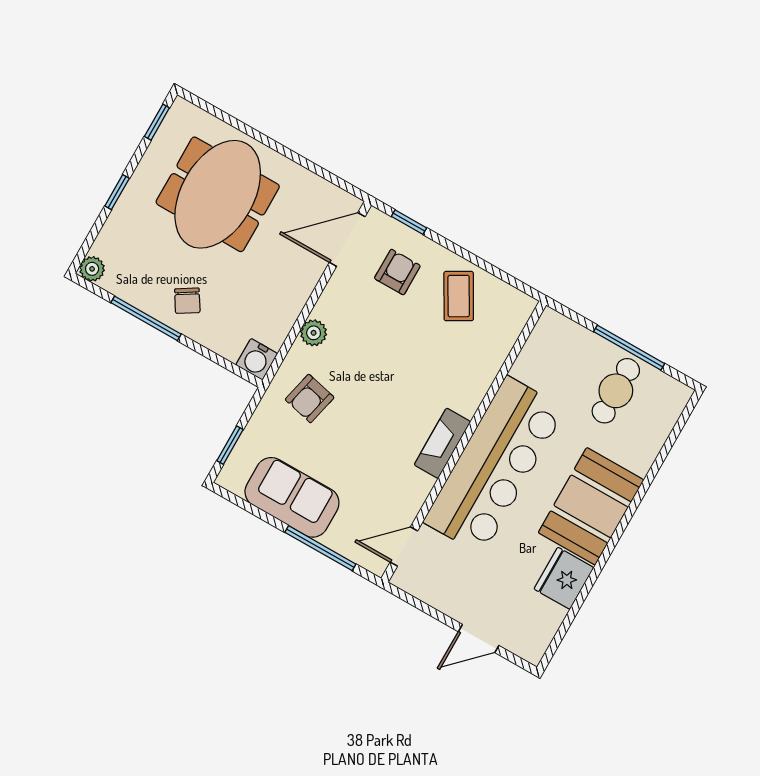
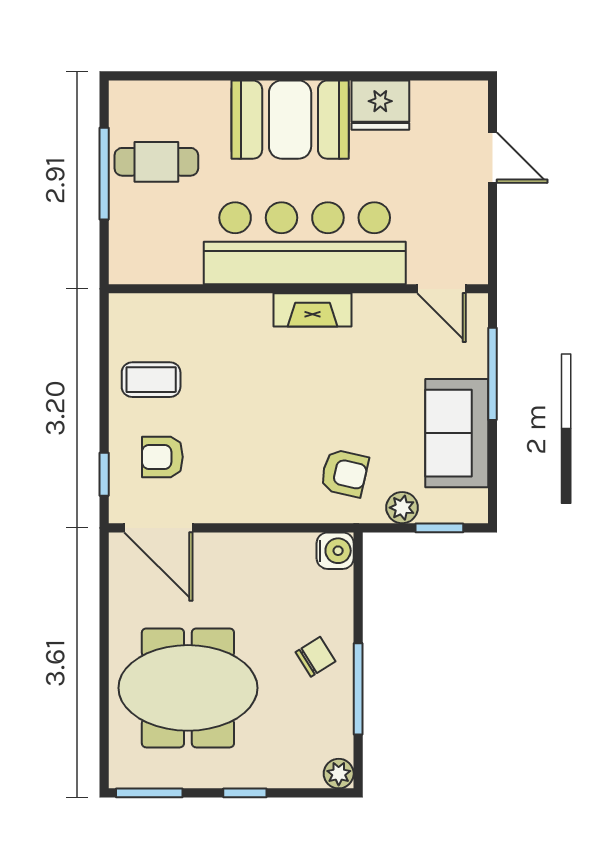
window: (157, 122) -> (149, 793), width x1.50
coffee table: (459, 296) -> (151, 380), turned 30
plant: (314, 333) -> (402, 508), moved

